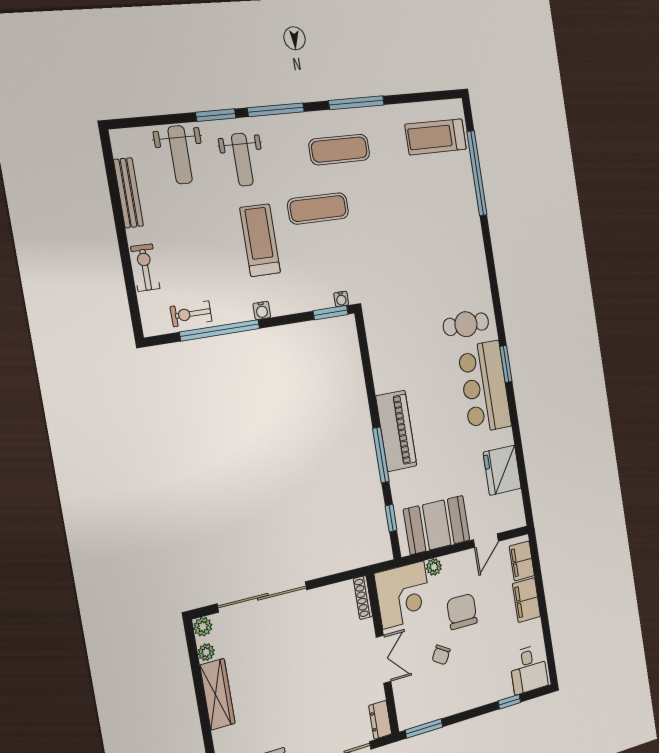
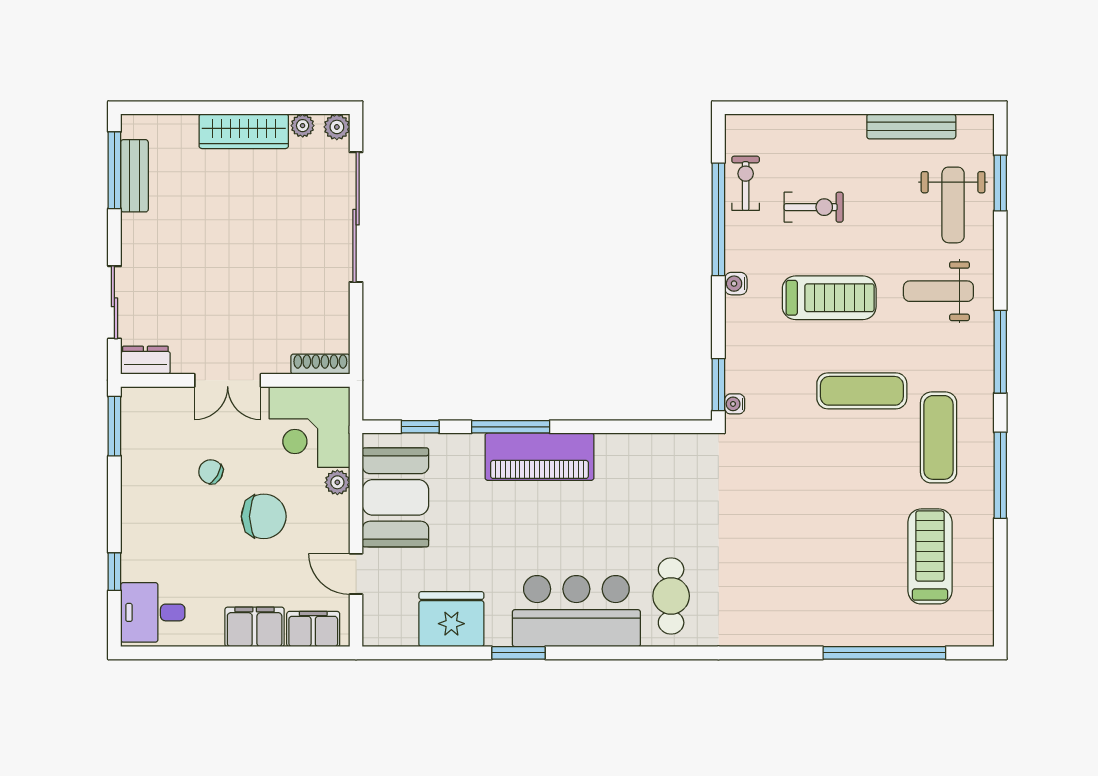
window: (216, 115) -> (1000, 183), moved
treadmill: (436, 137) -> (930, 556), moved
weight bench: (180, 155) -> (953, 205), turned -90
exercise mat: (318, 208) -> (862, 391), turned 90
exercise bike: (145, 268) -> (814, 207), moved
window: (506, 364) -> (519, 653), moved

